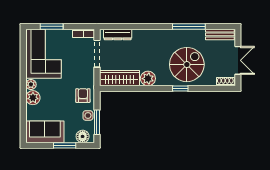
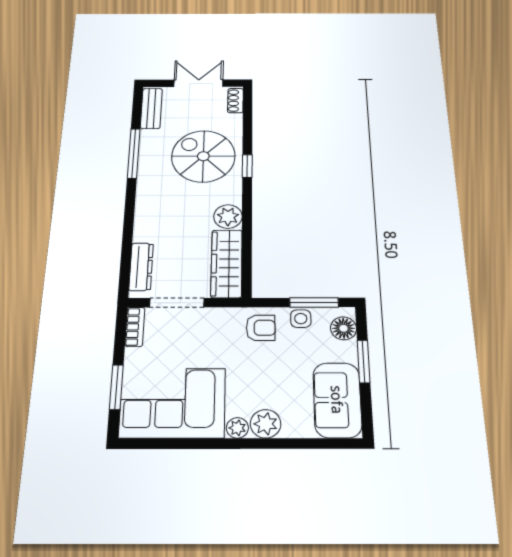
armchair: (83, 96) -> (261, 328), turned 180

